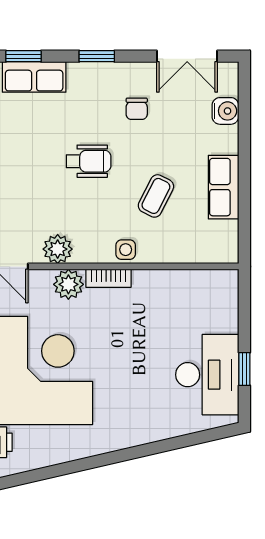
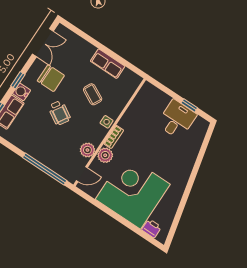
chair: (137, 109) -> (51, 78), width x1.87, depth x1.87
water cooler: (225, 111) -> (22, 92), moved, turned -90
wheelchair: (89, 161) -> (59, 113), turned 121
desk: (207, 375) -> (177, 119), width x0.73

